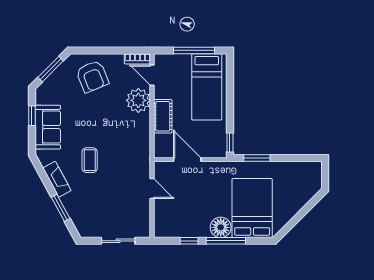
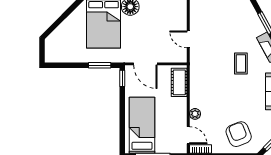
plant: (138, 100) -> (195, 114), width x0.53, depth x0.53
cot: (163, 116) -> (179, 82), moved
door: (187, 160) -> (145, 64), moved

